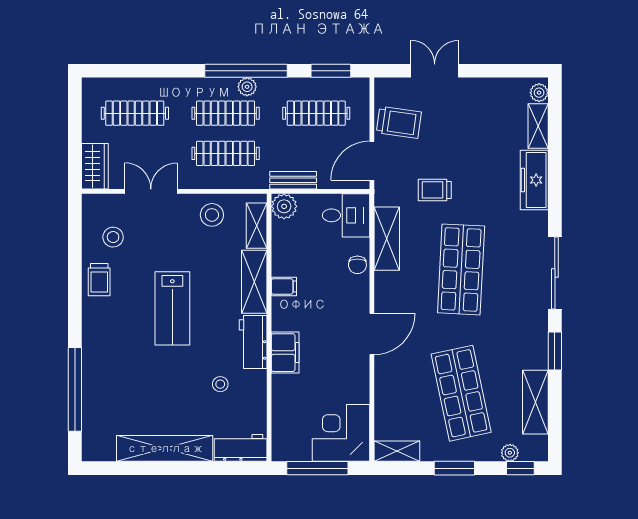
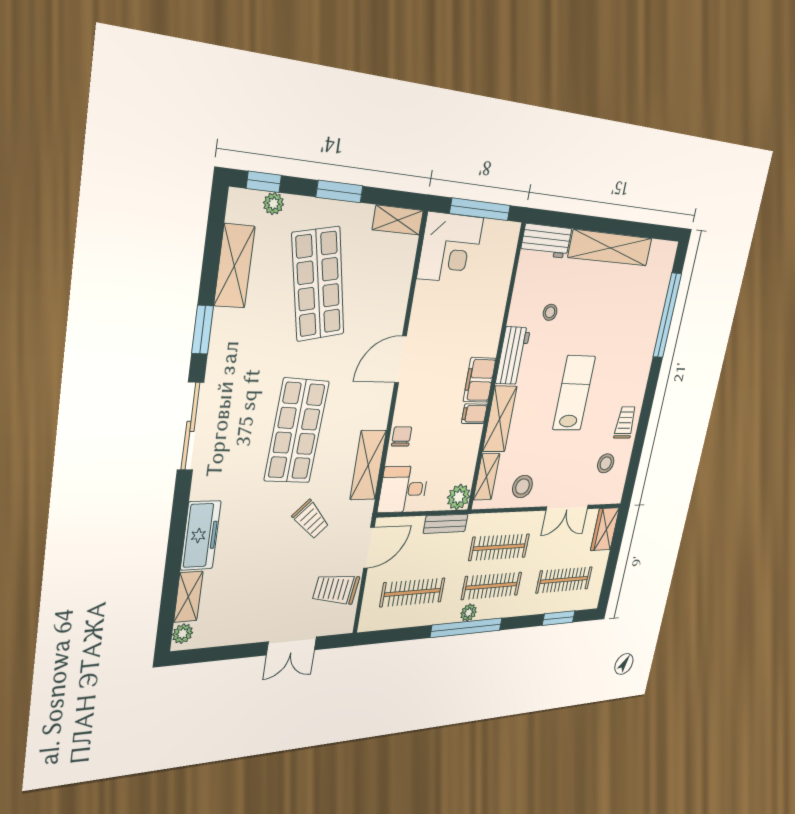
window: (331, 71) -> (559, 618), moved
trolley: (435, 190) -> (311, 520), turned 45
filing cabinet: (285, 353) -> (480, 380), moved

